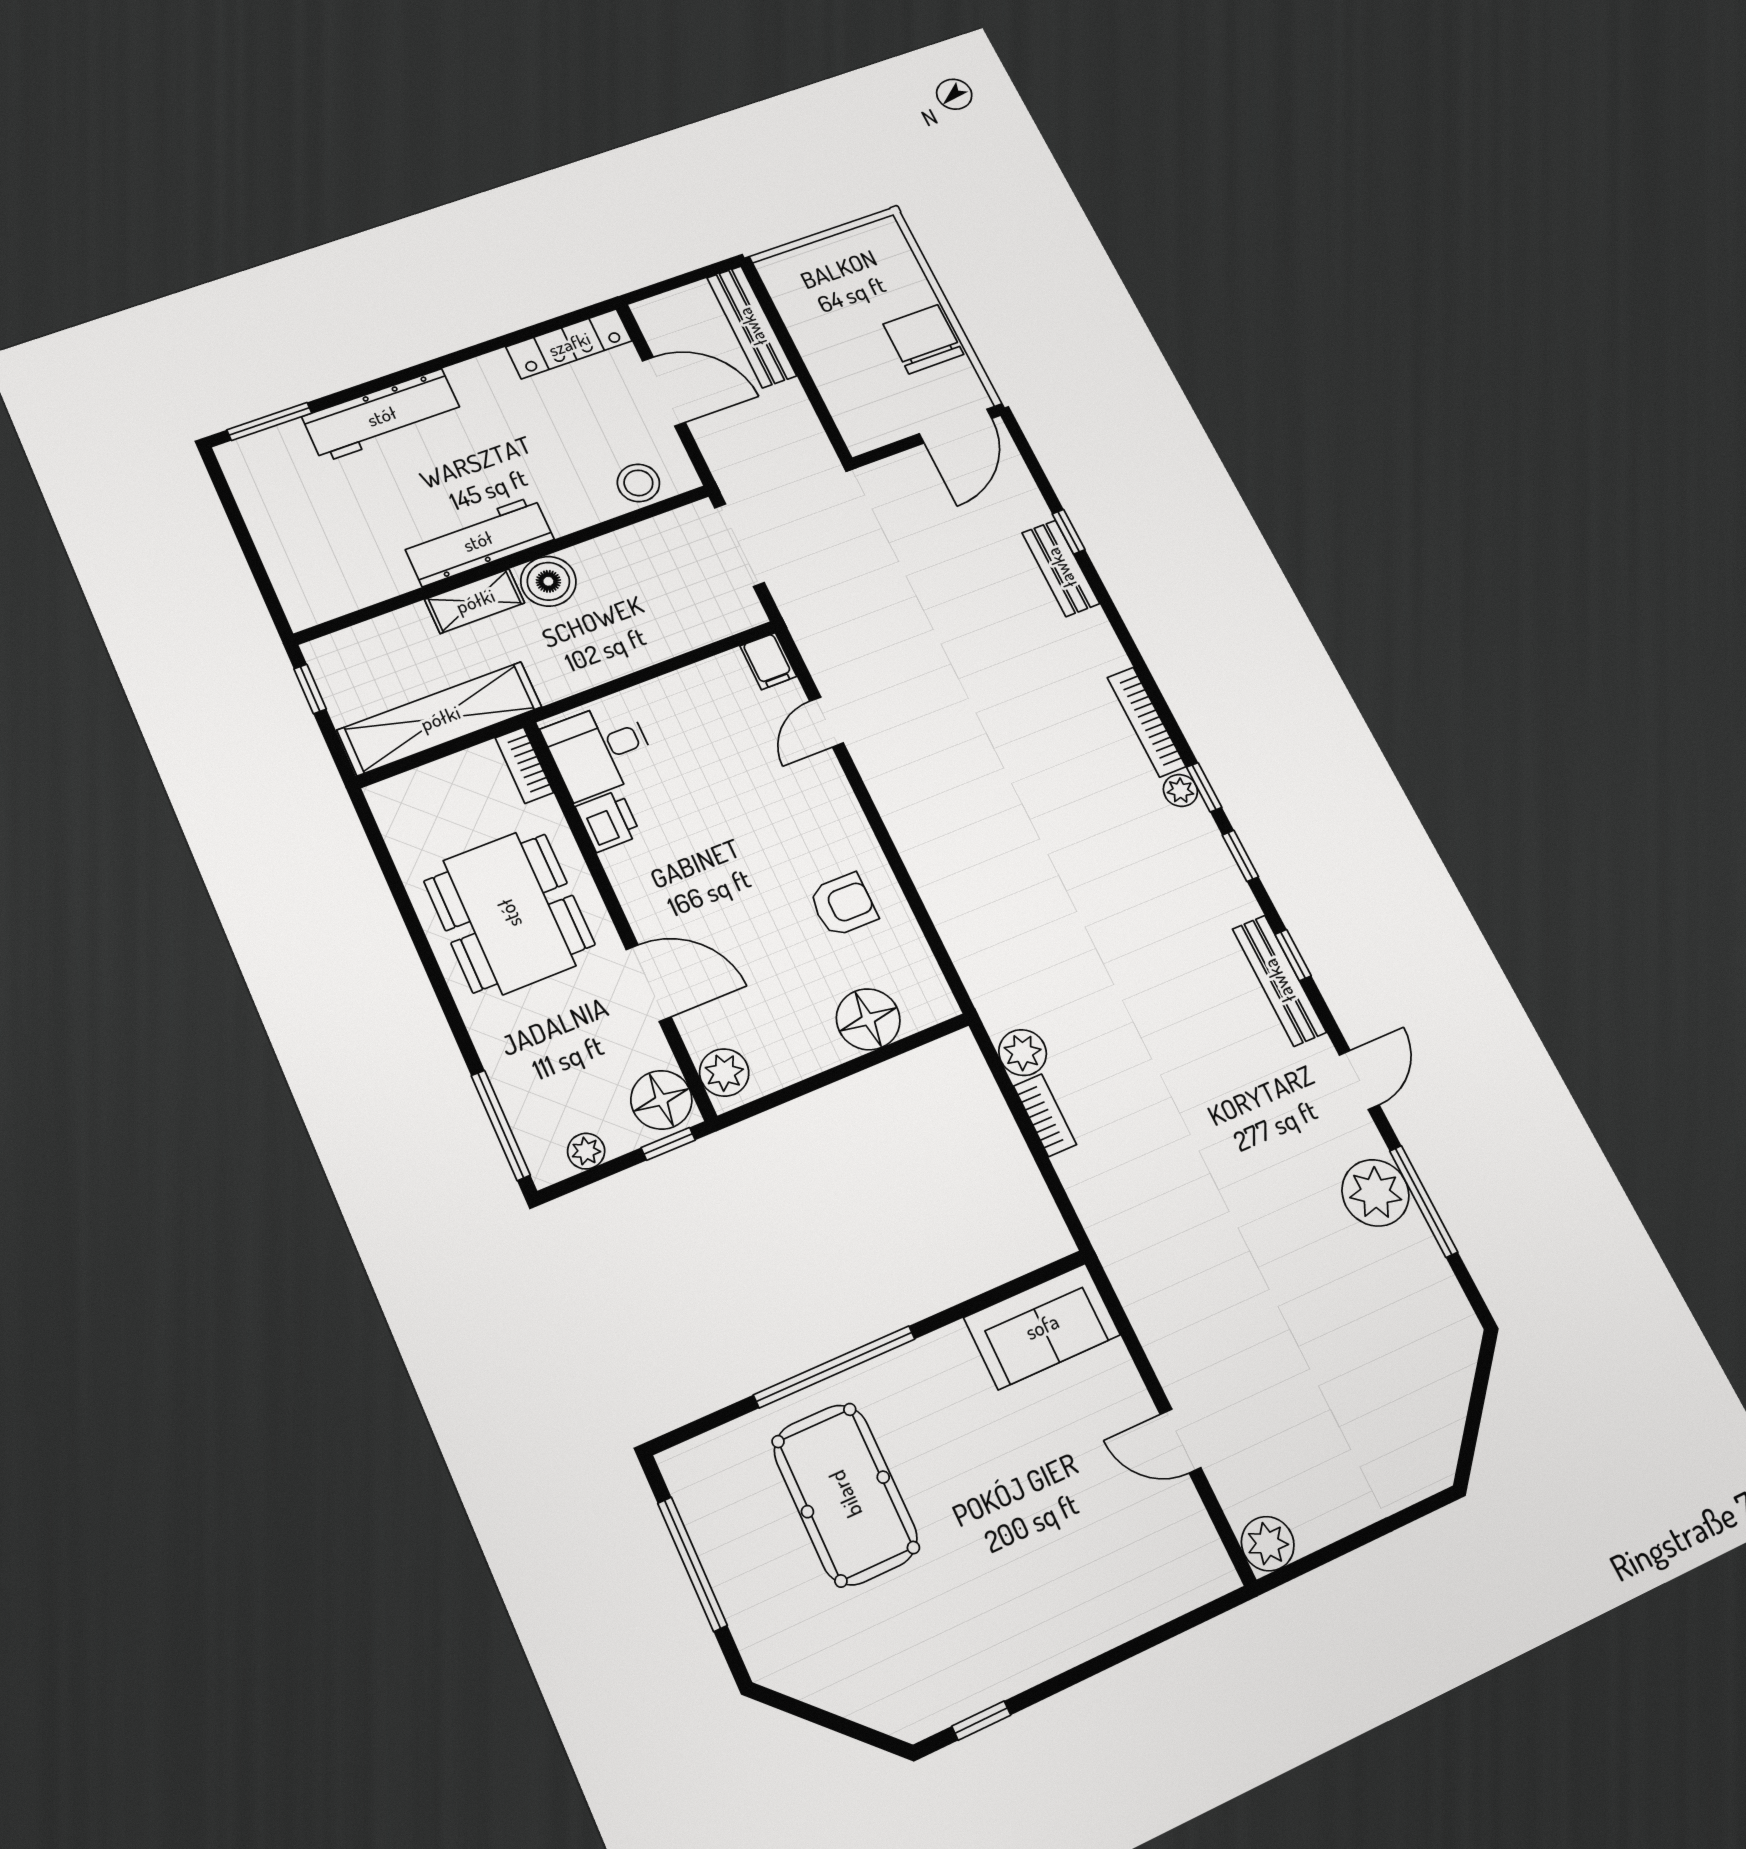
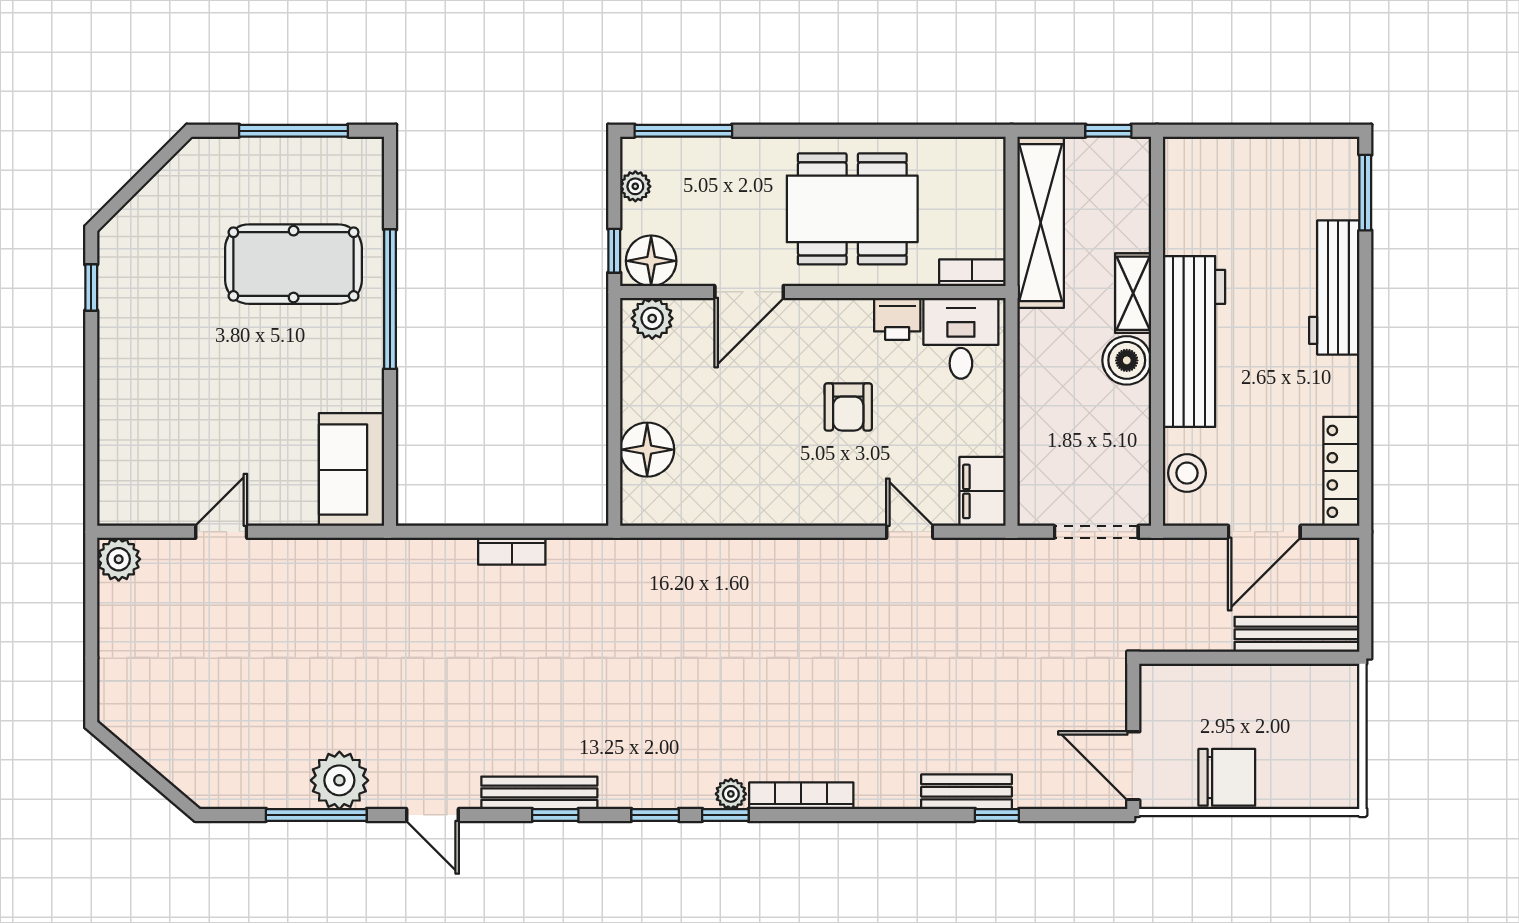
workbench: (478, 541) -> (1194, 342), width x1.36, depth x1.32
filing cabinet: (768, 661) -> (983, 491), width x2.00
armchair: (843, 905) -> (848, 407), moved
plant: (1023, 1053) -> (569, 558), removed

